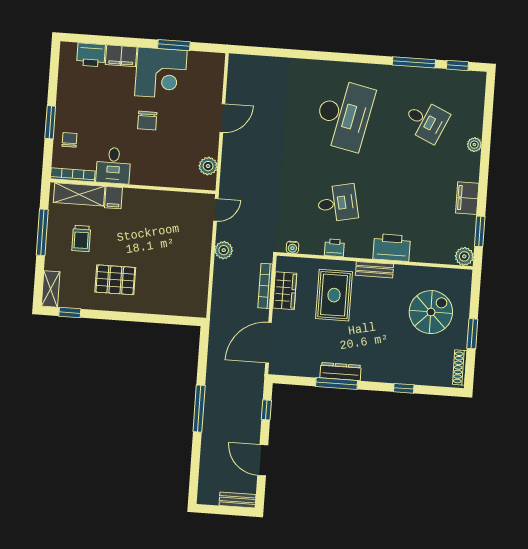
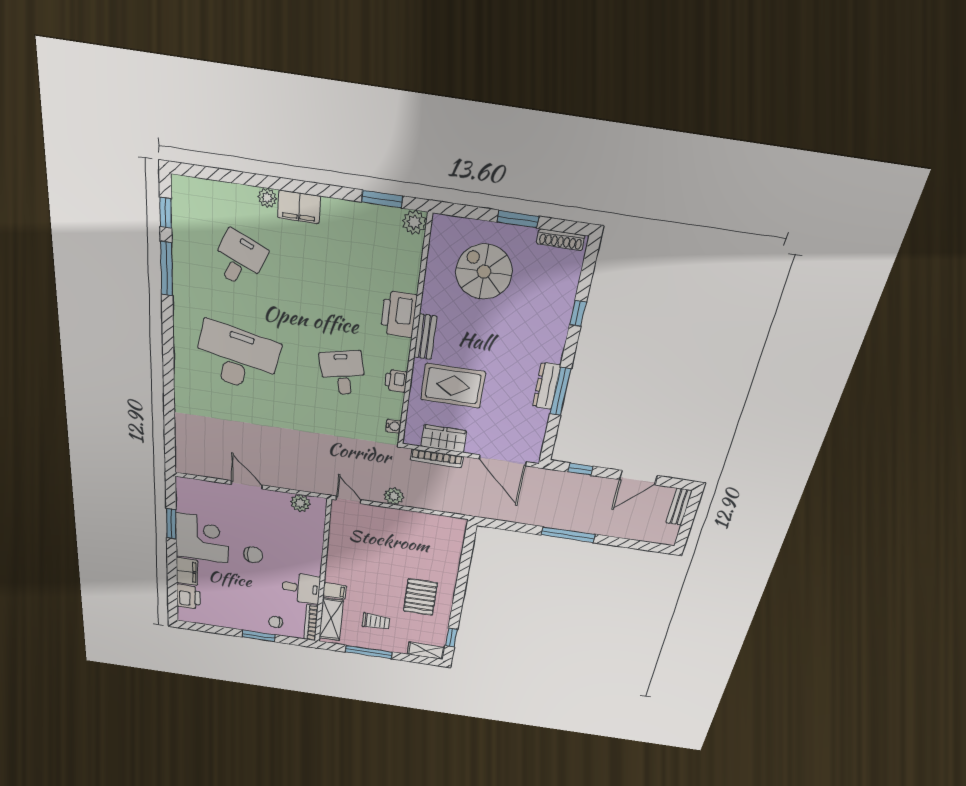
filing cabinet: (467, 198) -> (299, 207), moved

